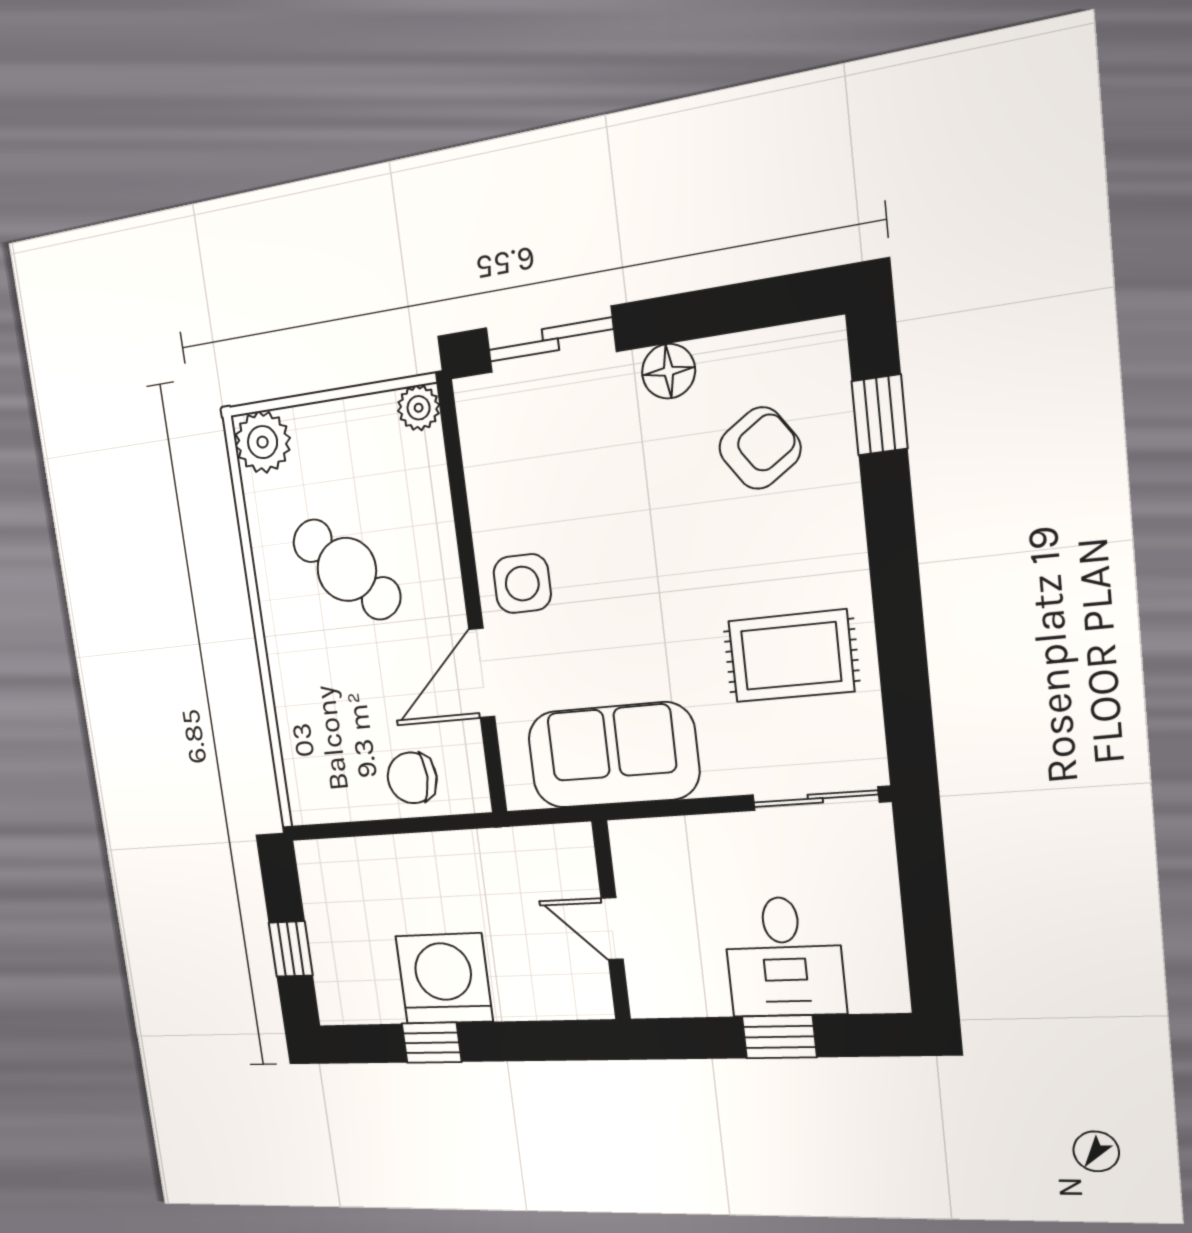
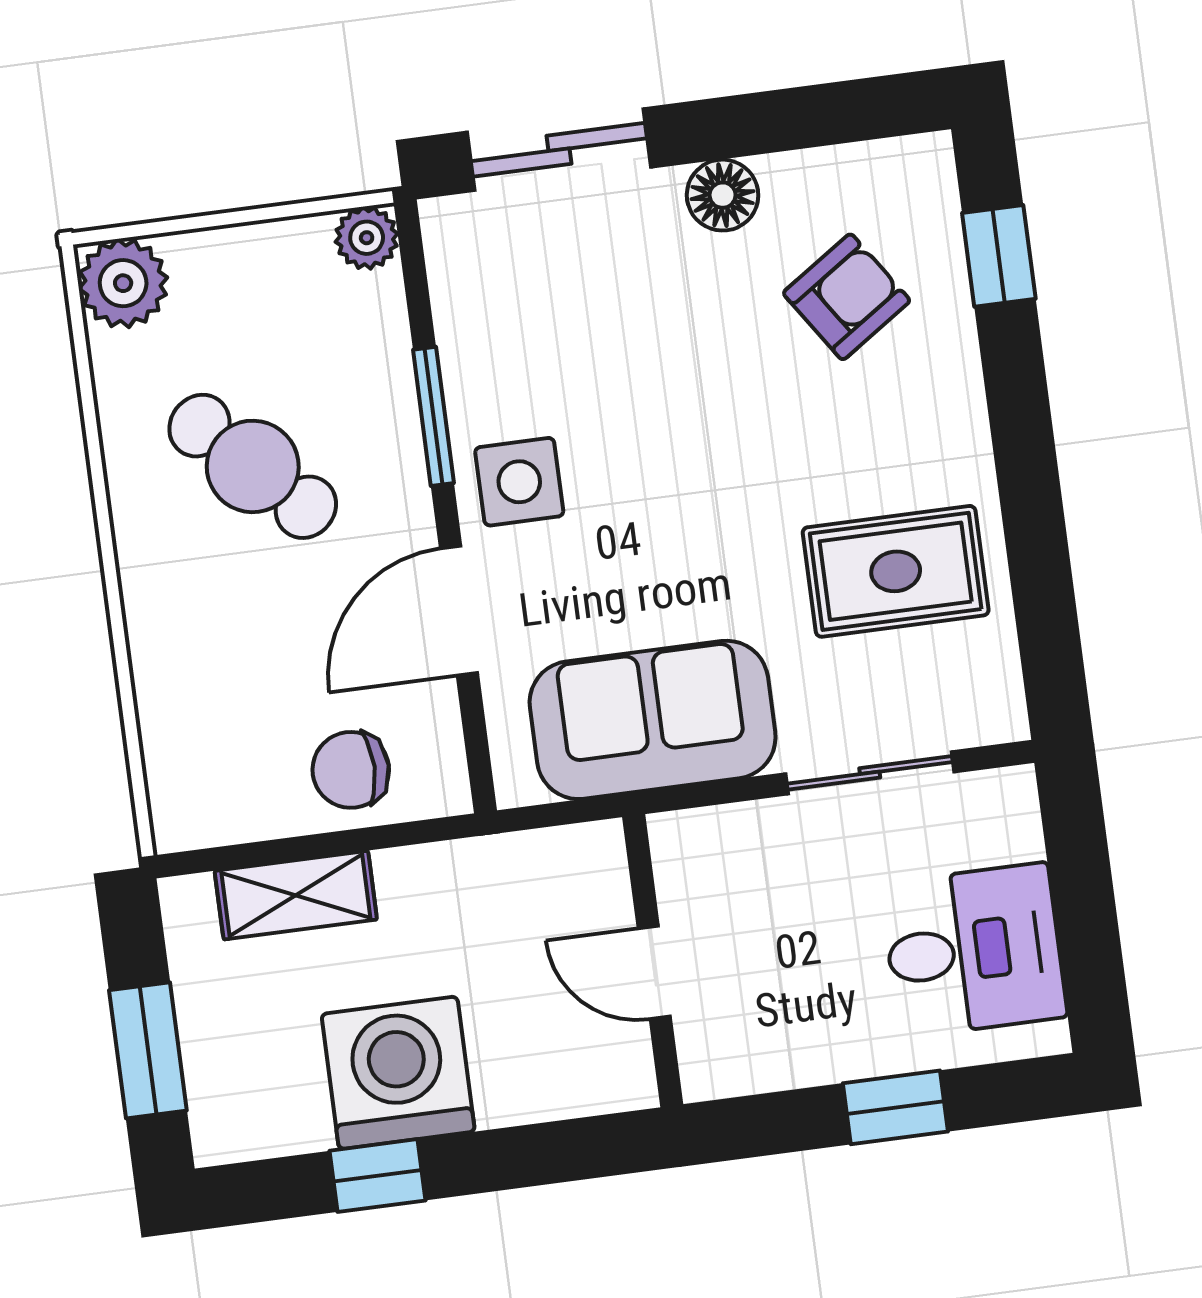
window: (464, 536) -> (433, 416), added
sliding door: (815, 799) -> (870, 773), moved
shelving: (379, 858) -> (296, 895), added
window: (291, 949) -> (148, 1050), width x1.50
desk: (784, 957) -> (974, 950), moved, turned -90

